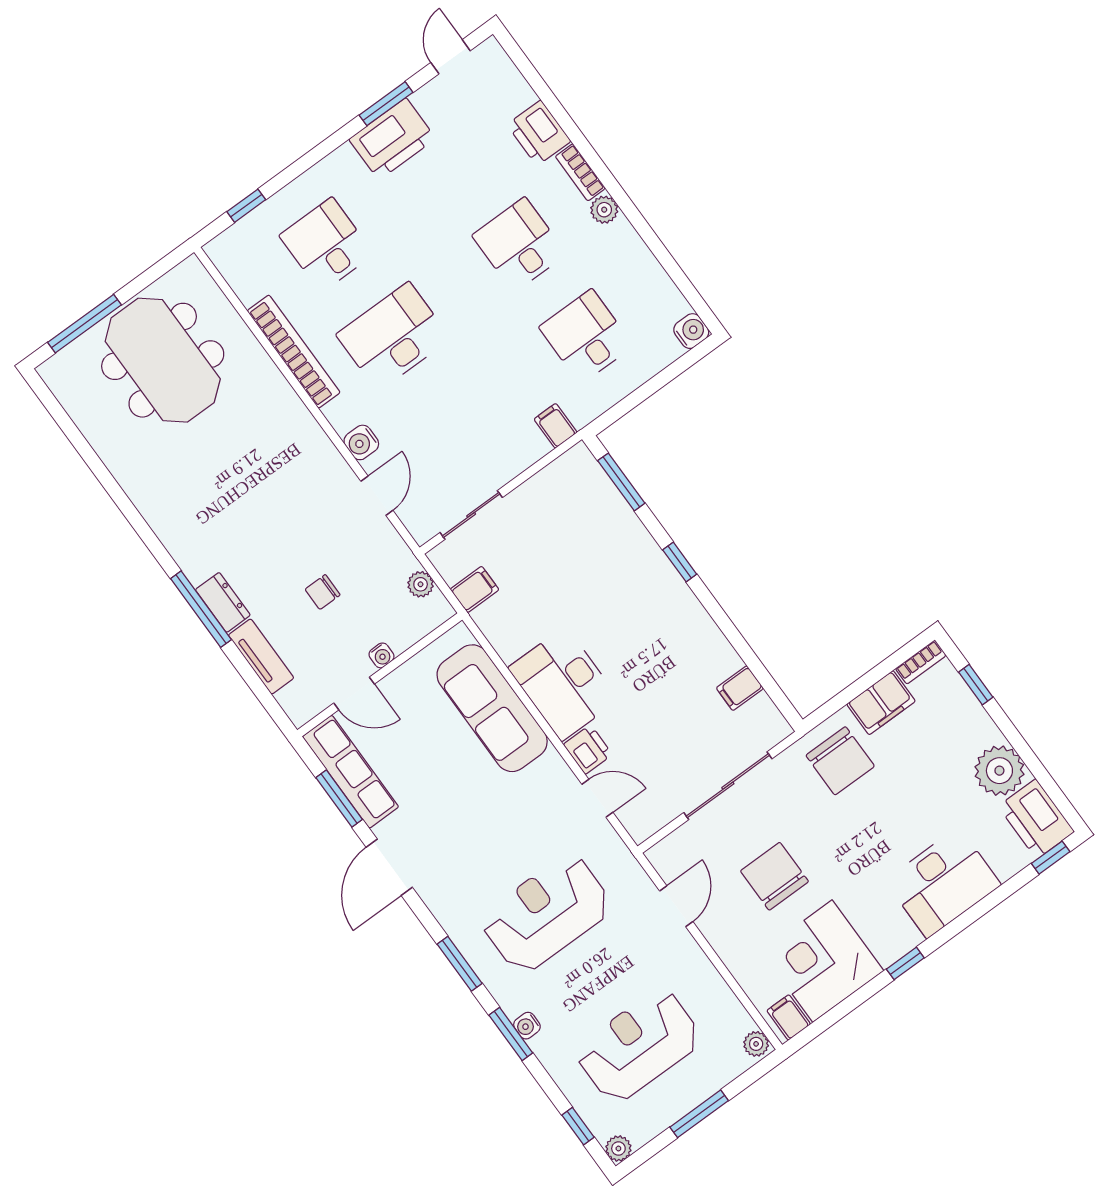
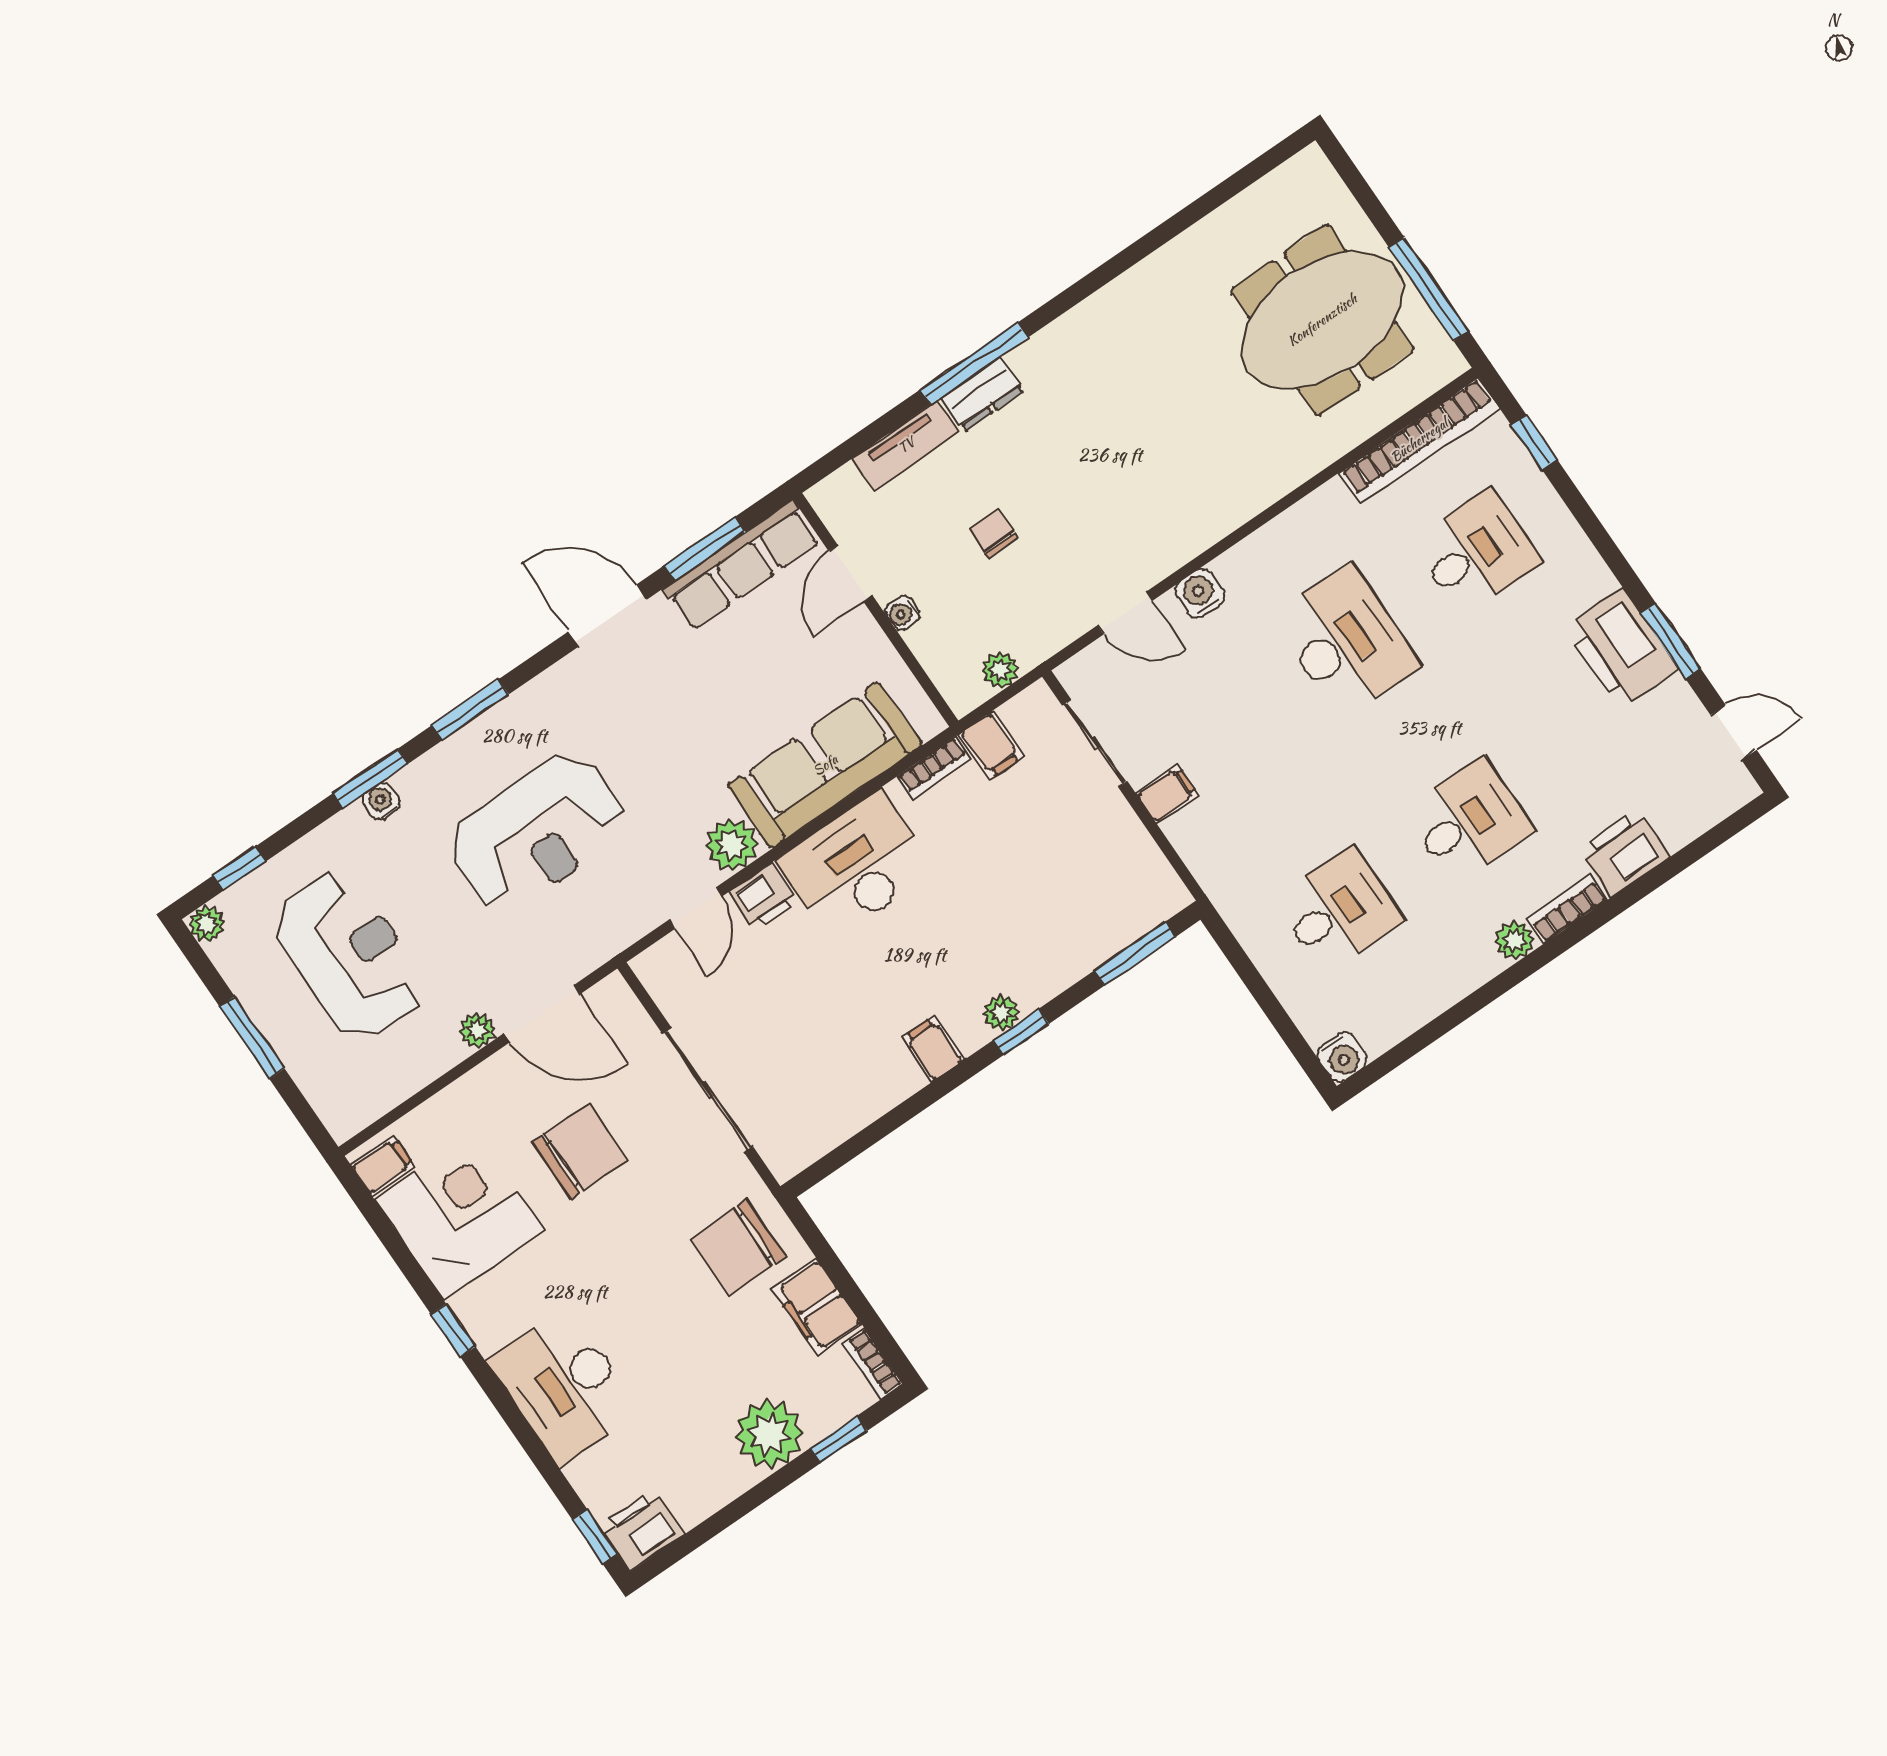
window: (85, 324) -> (1429, 289), moved
bookcase: (294, 352) -> (1419, 440), moved
filing cabinet: (556, 426) -> (1167, 794), moved
plant: (666, 577) -> (1001, 1013), added
bookcase: (492, 630) -> (934, 768), added
filing cabinet: (740, 688) -> (933, 1049), moved
plant: (999, 771) -> (769, 1434), moved
plant: (551, 774) -> (732, 845), added
printer: (1036, 819) -> (642, 1530), width x0.73, depth x0.84
door: (676, 906) -> (542, 1014), width x1.38
reception desk: (546, 913) -> (537, 833), turned 90
plant: (756, 1044) -> (477, 1030), moved

